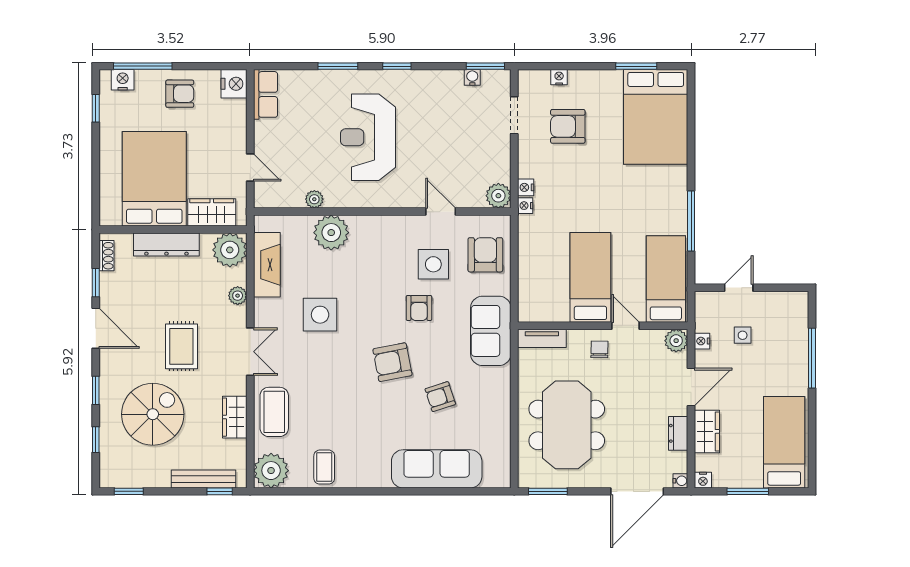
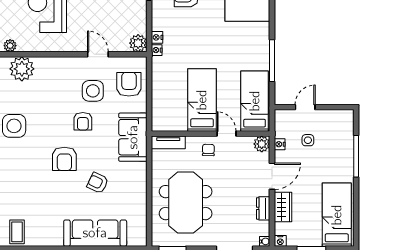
armchair: (392, 362) -> (64, 159), turned -79
armchair: (440, 397) -> (98, 183), turned 43

